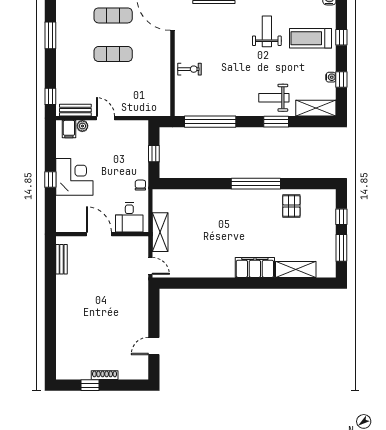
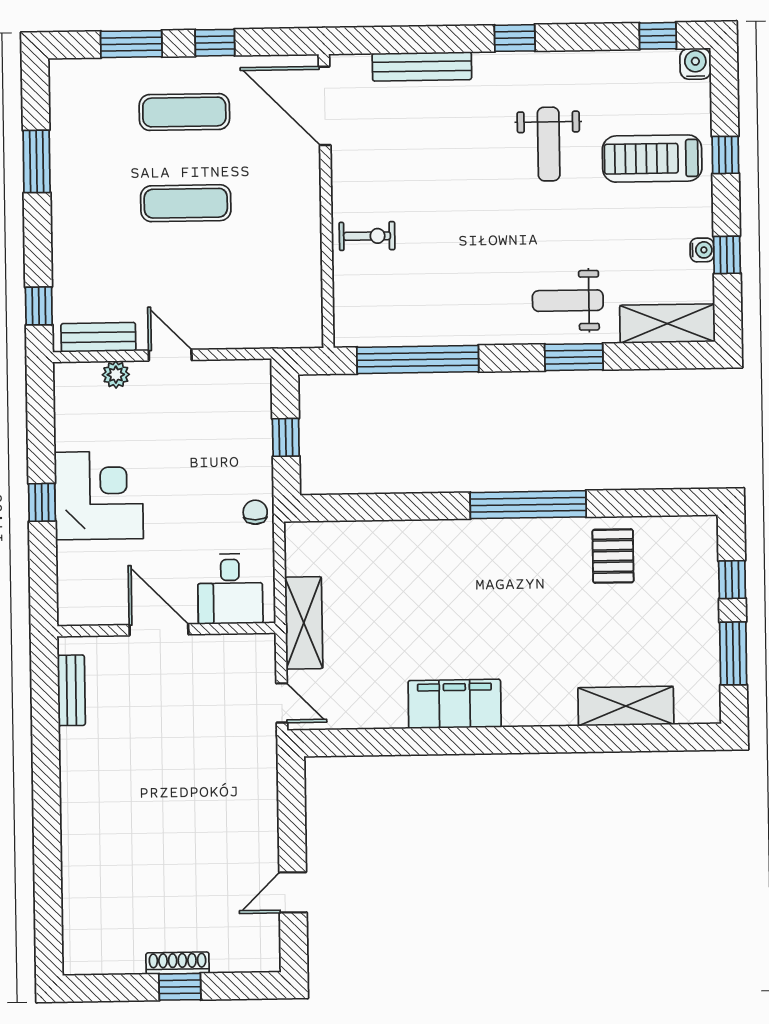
weight bench: (267, 31) -> (549, 144), turned 180
filing cabinet: (69, 129) -> (84, 382), removed
filing cabinet: (255, 267) -> (455, 704), moved
window: (90, 385) -> (180, 987), moved

